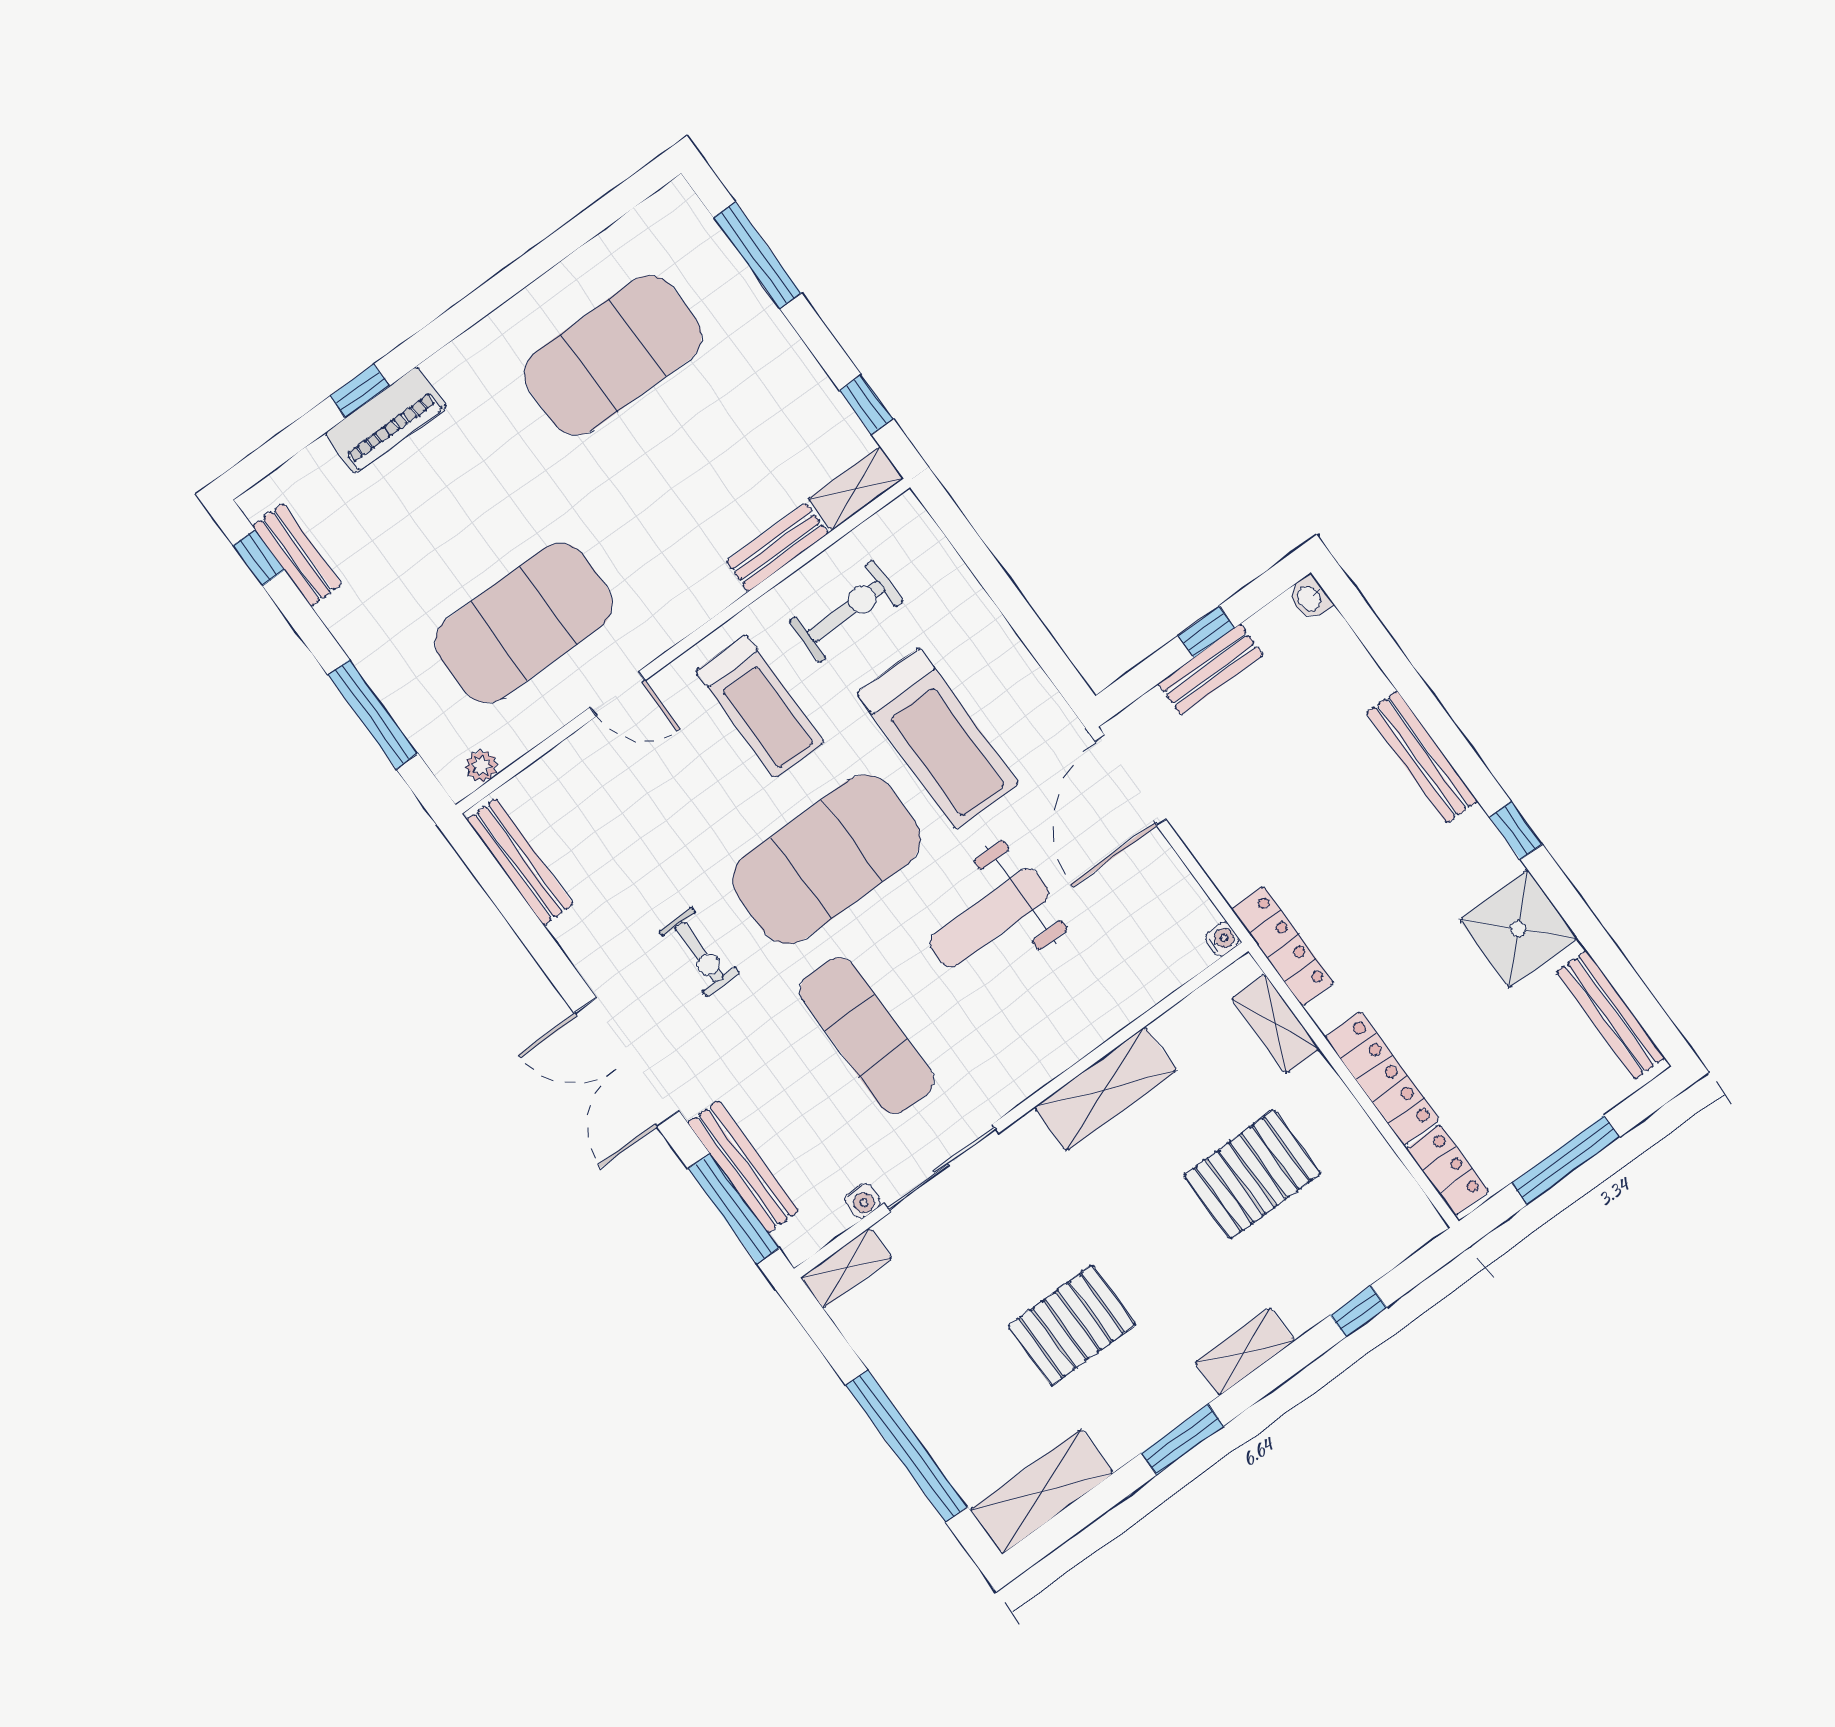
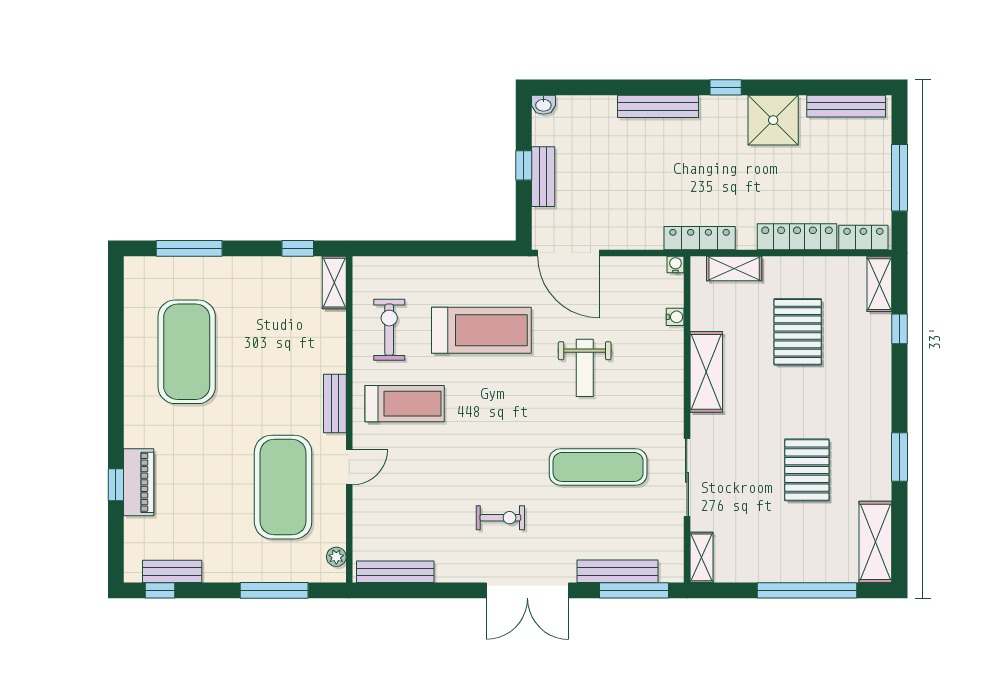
bench: (777, 547) -> (335, 404), moved
exercise mat: (827, 859) -> (500, 425), removed
weight bench: (989, 918) -> (585, 368), width x0.73, depth x0.75
water cooler: (862, 1201) -> (675, 317), moved
shelving: (1245, 1352) -> (879, 284), moved

